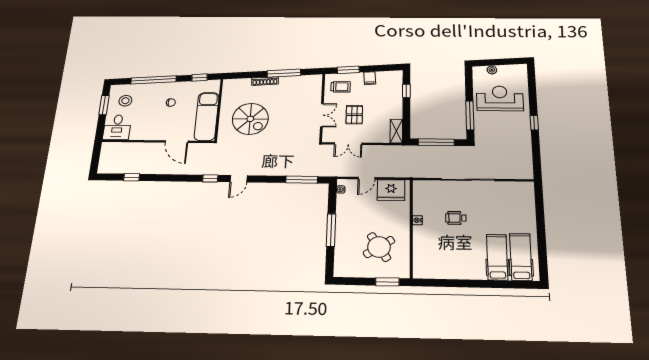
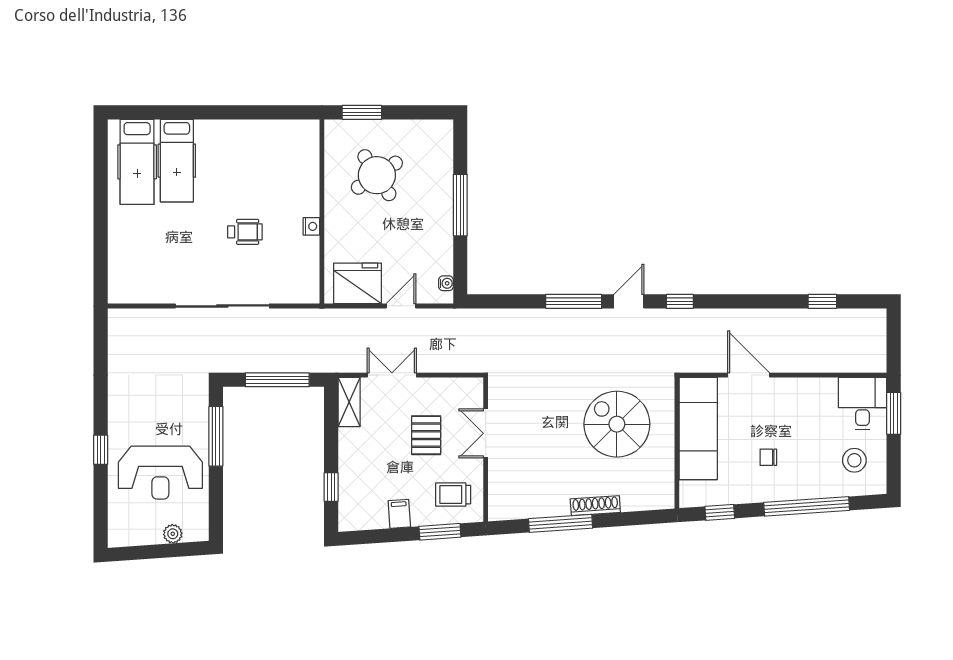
window: (104, 105) -> (894, 413), moved
window: (534, 123) -> (101, 450), moved
double door: (348, 144) -> (392, 375), moved
window: (302, 180) -> (574, 301), moved

